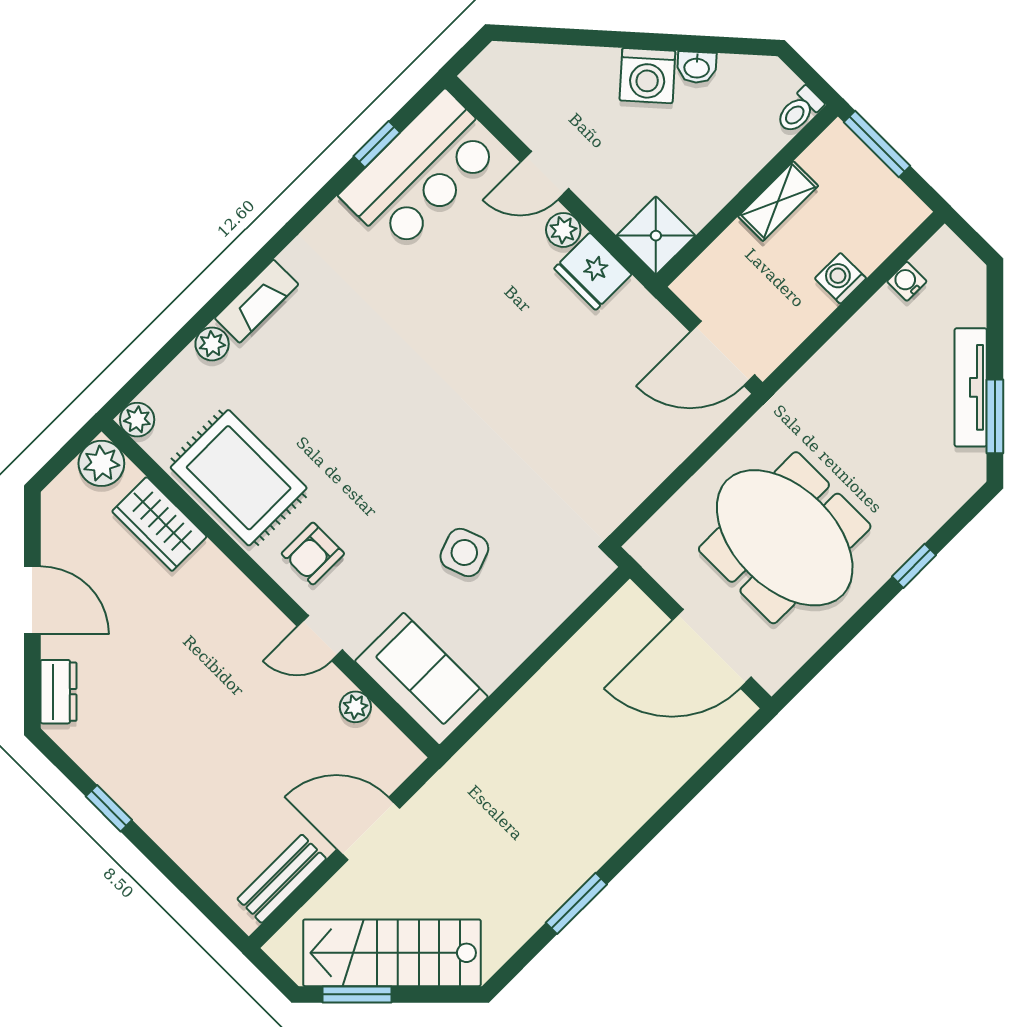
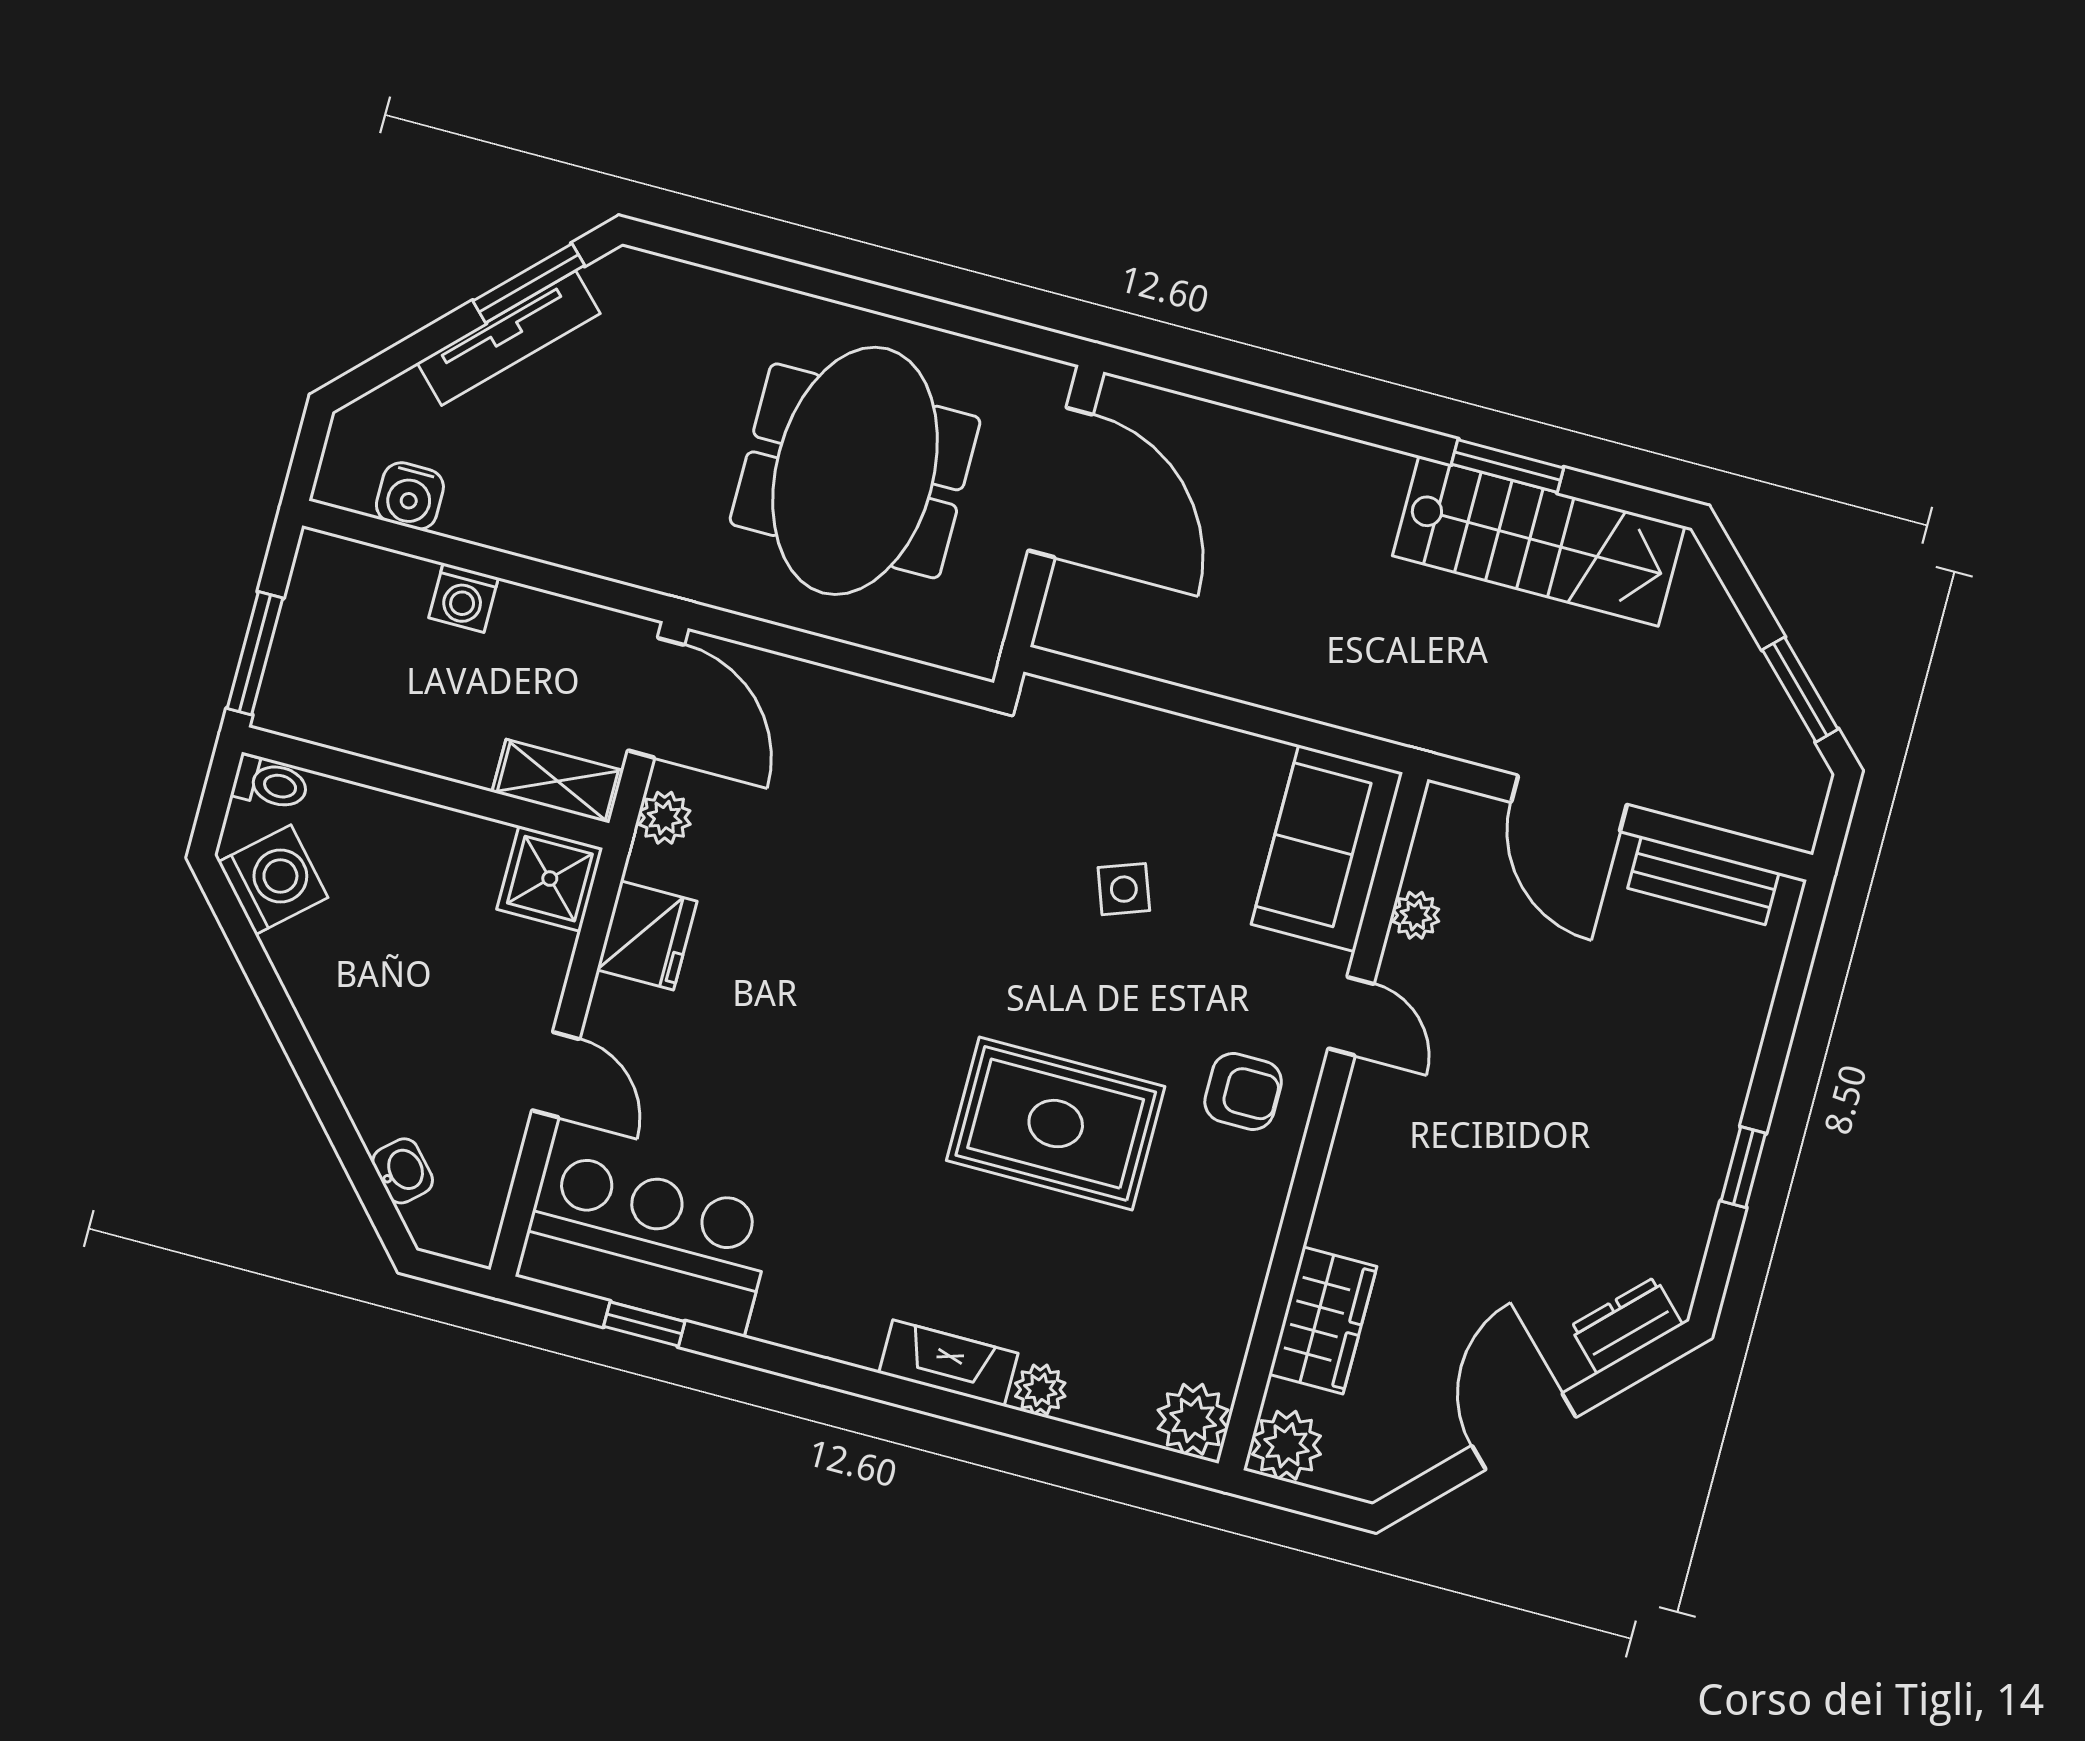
washbasin: (697, 67) -> (403, 1171), moved
washing machine: (647, 76) -> (273, 880), moved
shelving: (778, 201) -> (558, 781), moved
plant: (563, 230) -> (665, 818), moved
water cooler: (907, 281) -> (410, 496), width x1.38, depth x1.38
plant: (137, 420) -> (1193, 1419), width x1.38, depth x1.38
rug: (239, 478) -> (1056, 1124), moved, turned 90
side table: (464, 552) -> (1124, 889), width x0.73, depth x0.73
window: (914, 566) -> (792, 276), removed
stairs: (392, 953) -> (1539, 541), moved, turned -45

